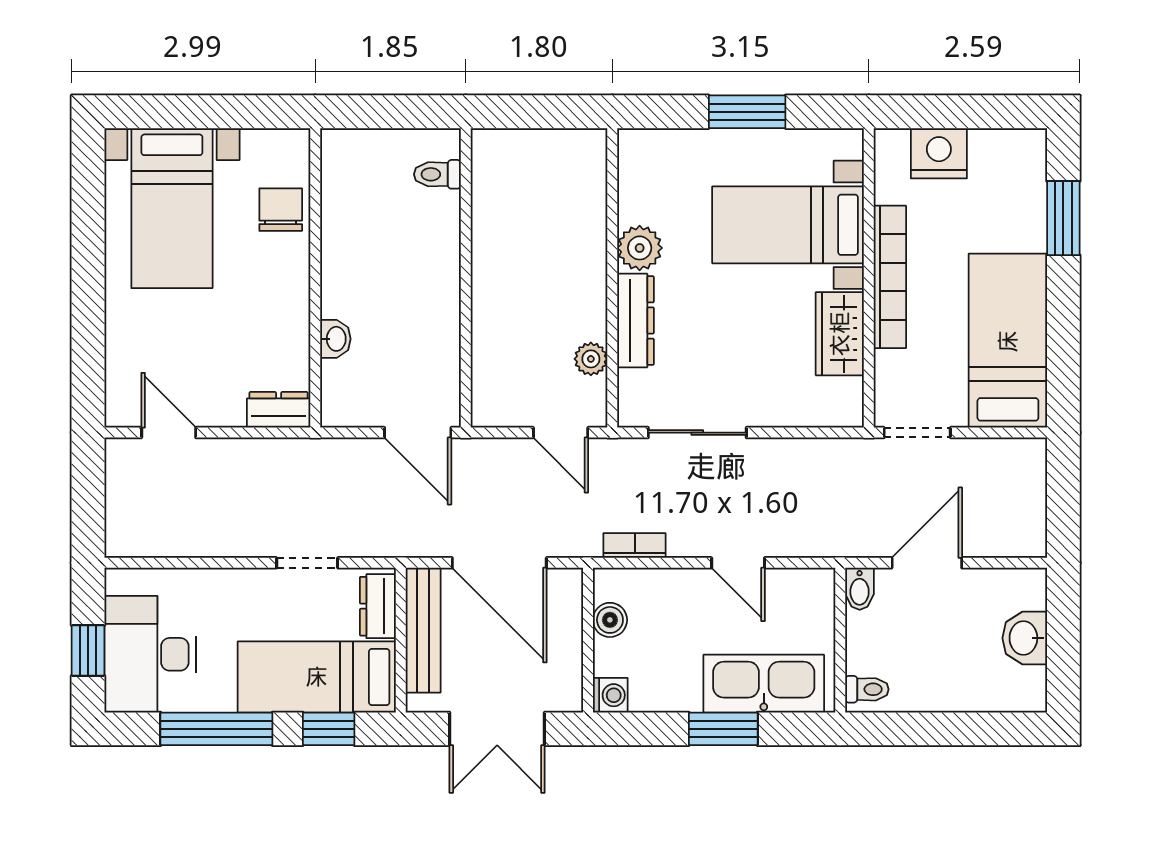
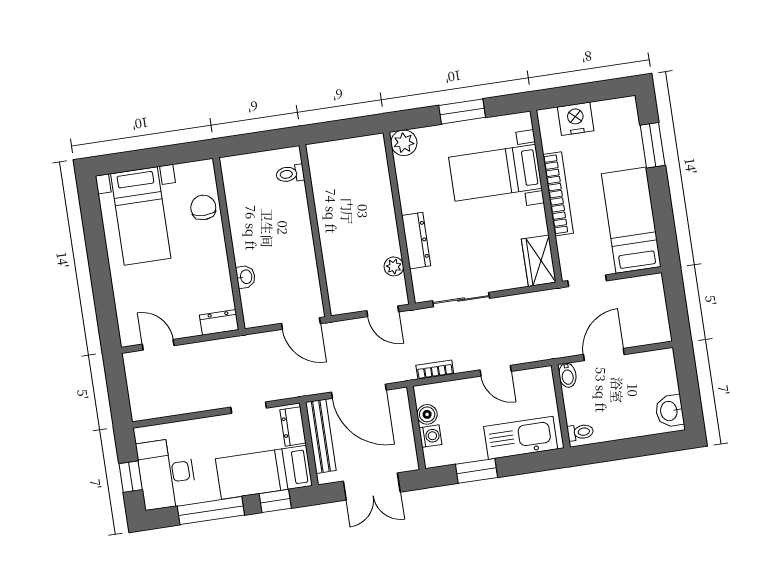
plant: (640, 248) -> (404, 143), moved
wardrobe: (840, 334) -> (539, 261), moved
washbasin: (1025, 638) -> (670, 411), moved
washing machine: (610, 695) -> (430, 436), moved
window: (723, 729) -> (476, 471), moved

